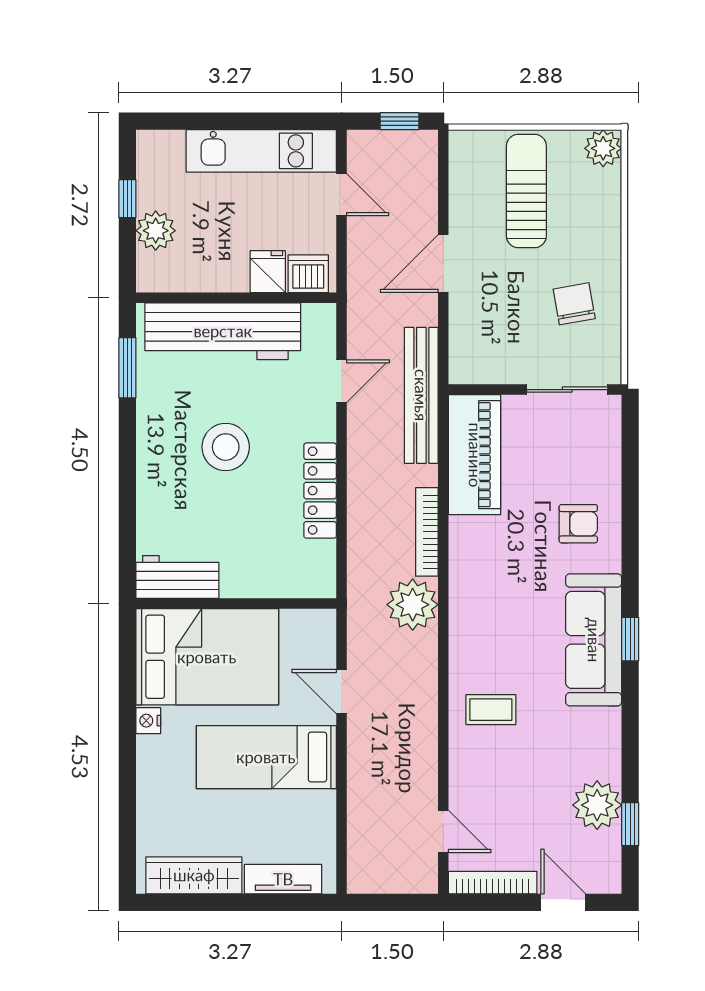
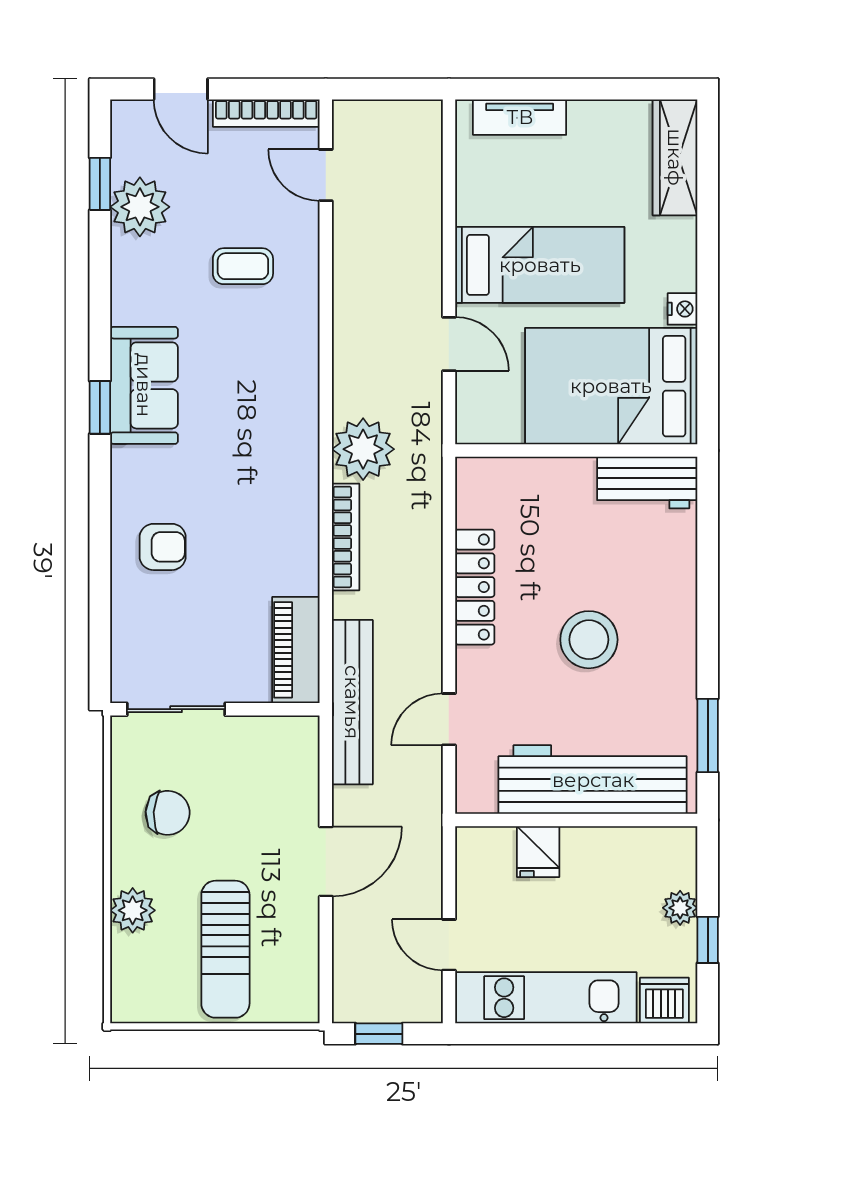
plant: (603, 148) -> (133, 910), moved
plant: (156, 231) -> (680, 908), width x0.73, depth x0.73
dishwasher: (308, 274) -> (664, 1000), moved, turned 180
chair: (574, 304) -> (168, 813), turned -77
piano: (475, 455) -> (296, 650), width x0.73, depth x0.75
armchair: (578, 524) -> (163, 547), turned 180
sofa: (594, 640) -> (144, 385), width x0.73
coffee table: (491, 710) -> (243, 266), moved
wardrobe: (194, 875) -> (675, 157), moved, turned 90

